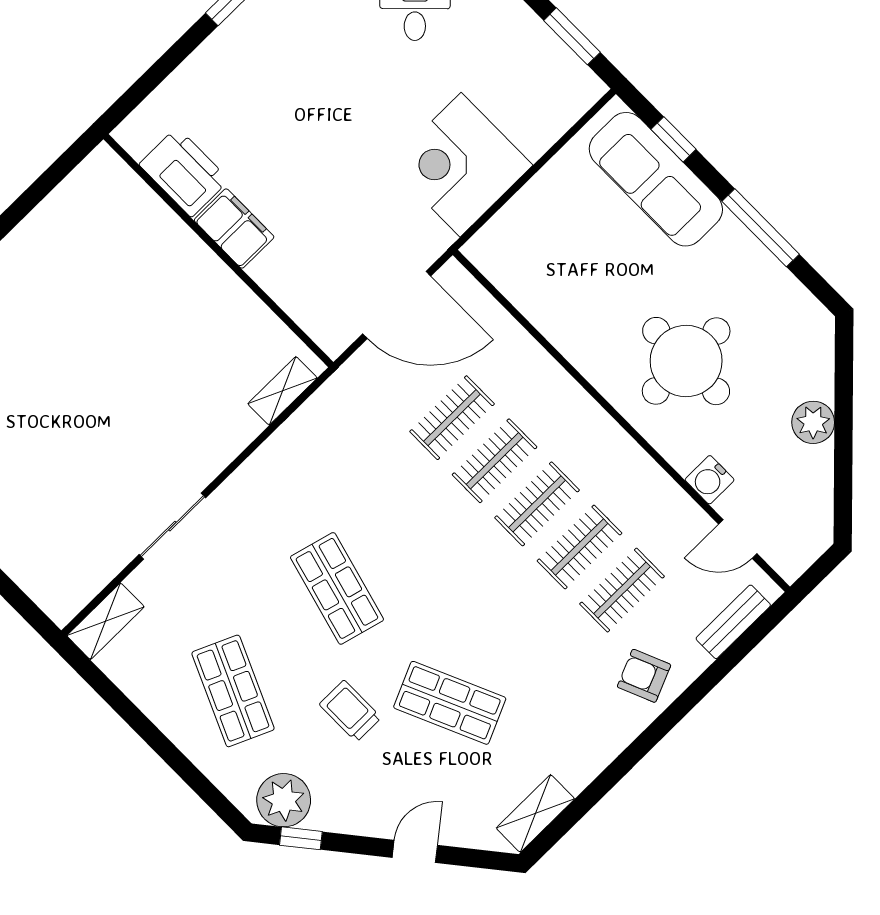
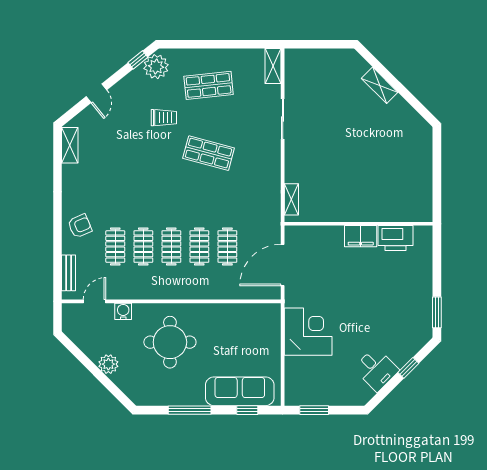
shop shelf: (233, 691) -> (209, 85), turned -30
shop shelf: (450, 703) -> (134, 153), removed

